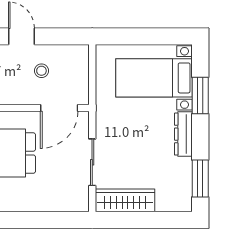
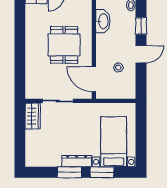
window: (200, 178) -> (69, 172), moved
wardrobe: (125, 200) -> (33, 116), width x0.67

